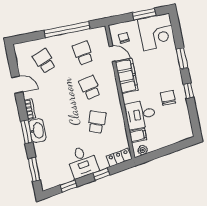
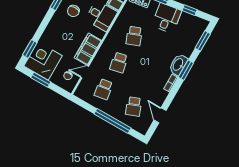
window: (67, 29) -> (113, 121), moved
door: (112, 54) -> (85, 72), hinge flipped
window: (182, 58) -> (30, 49), moved
door: (17, 85) -> (160, 115), moved
school desk: (97, 122) -> (134, 36), turned -42

